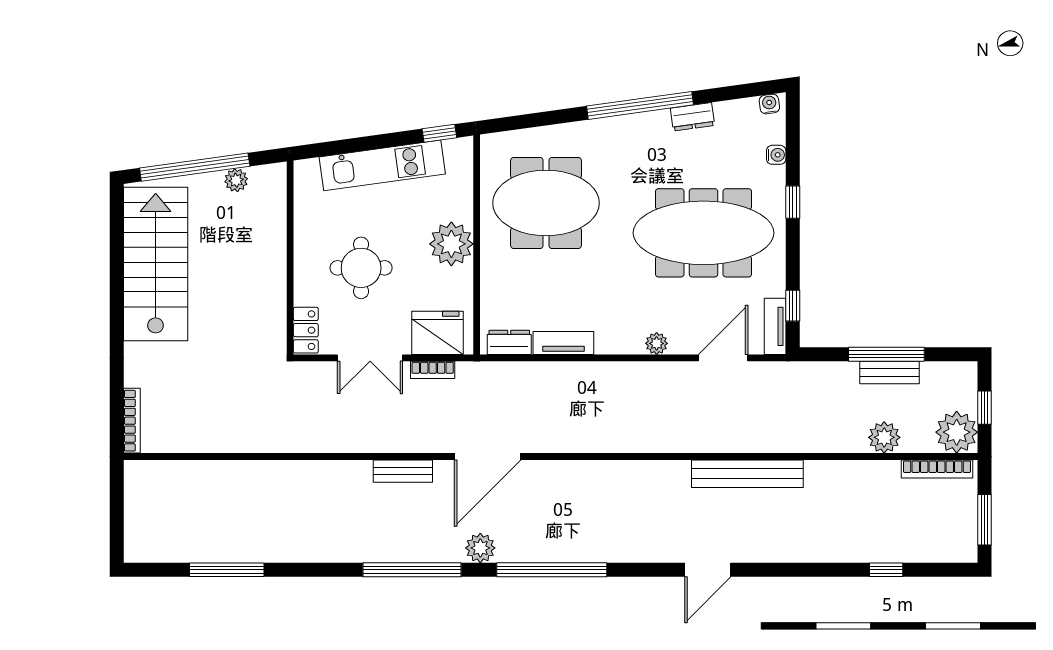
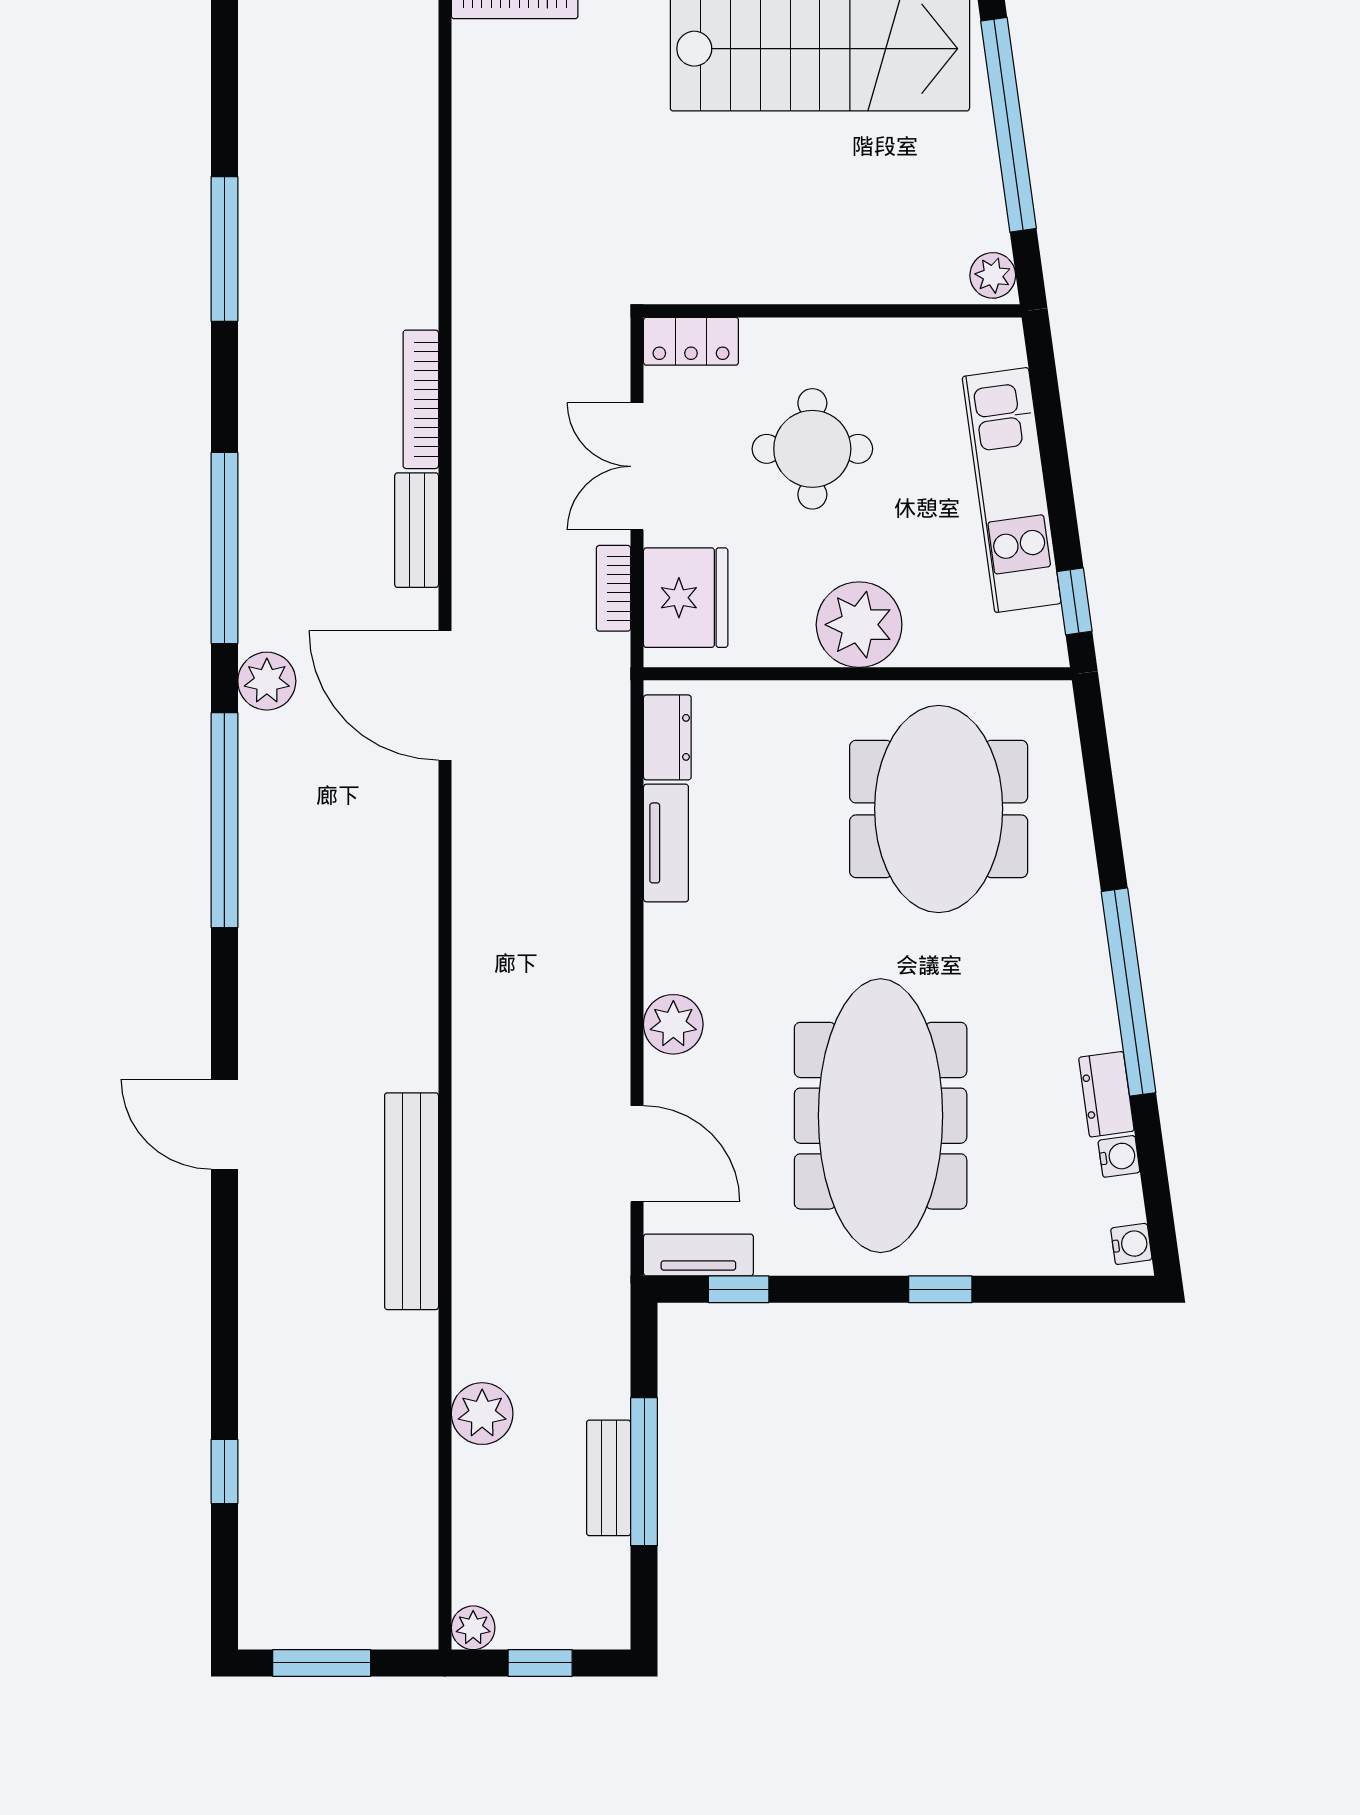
water cooler: (776, 155) -> (1119, 1156), moved, turned -98
plant: (236, 180) -> (993, 275), moved
plant: (657, 343) -> (673, 1024), width x1.38, depth x1.38
plant: (957, 432) -> (473, 1628), width x0.53, depth x0.53
plant: (884, 437) -> (482, 1414), moved
bookcase: (937, 469) -> (421, 399), moved
window: (227, 570) -> (224, 249), moved

